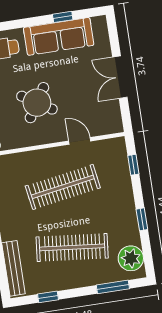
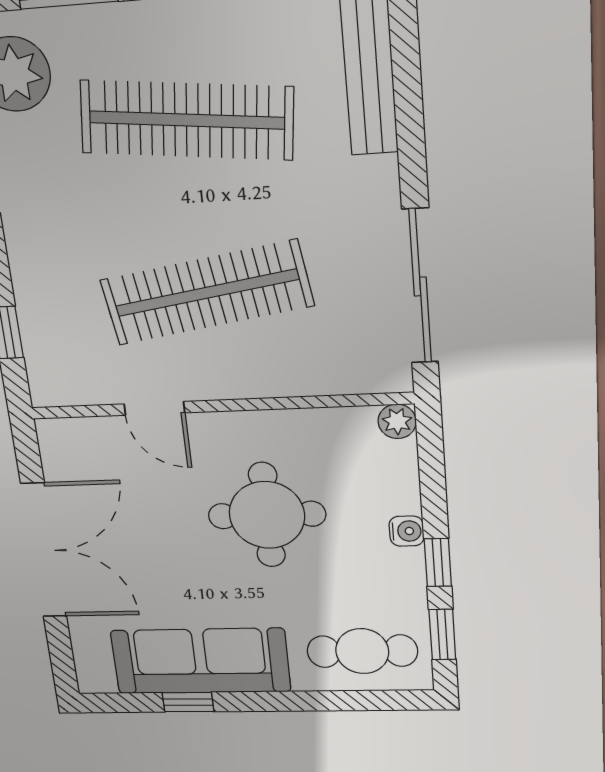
double door: (120, 77) -> (44, 551), width x1.37
round table: (37, 103) -> (267, 515), turned -32

